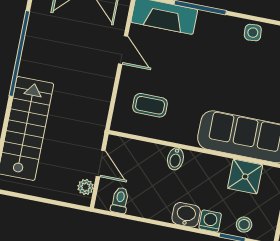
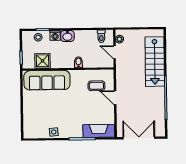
door: (123, 50) -> (115, 98), moved

